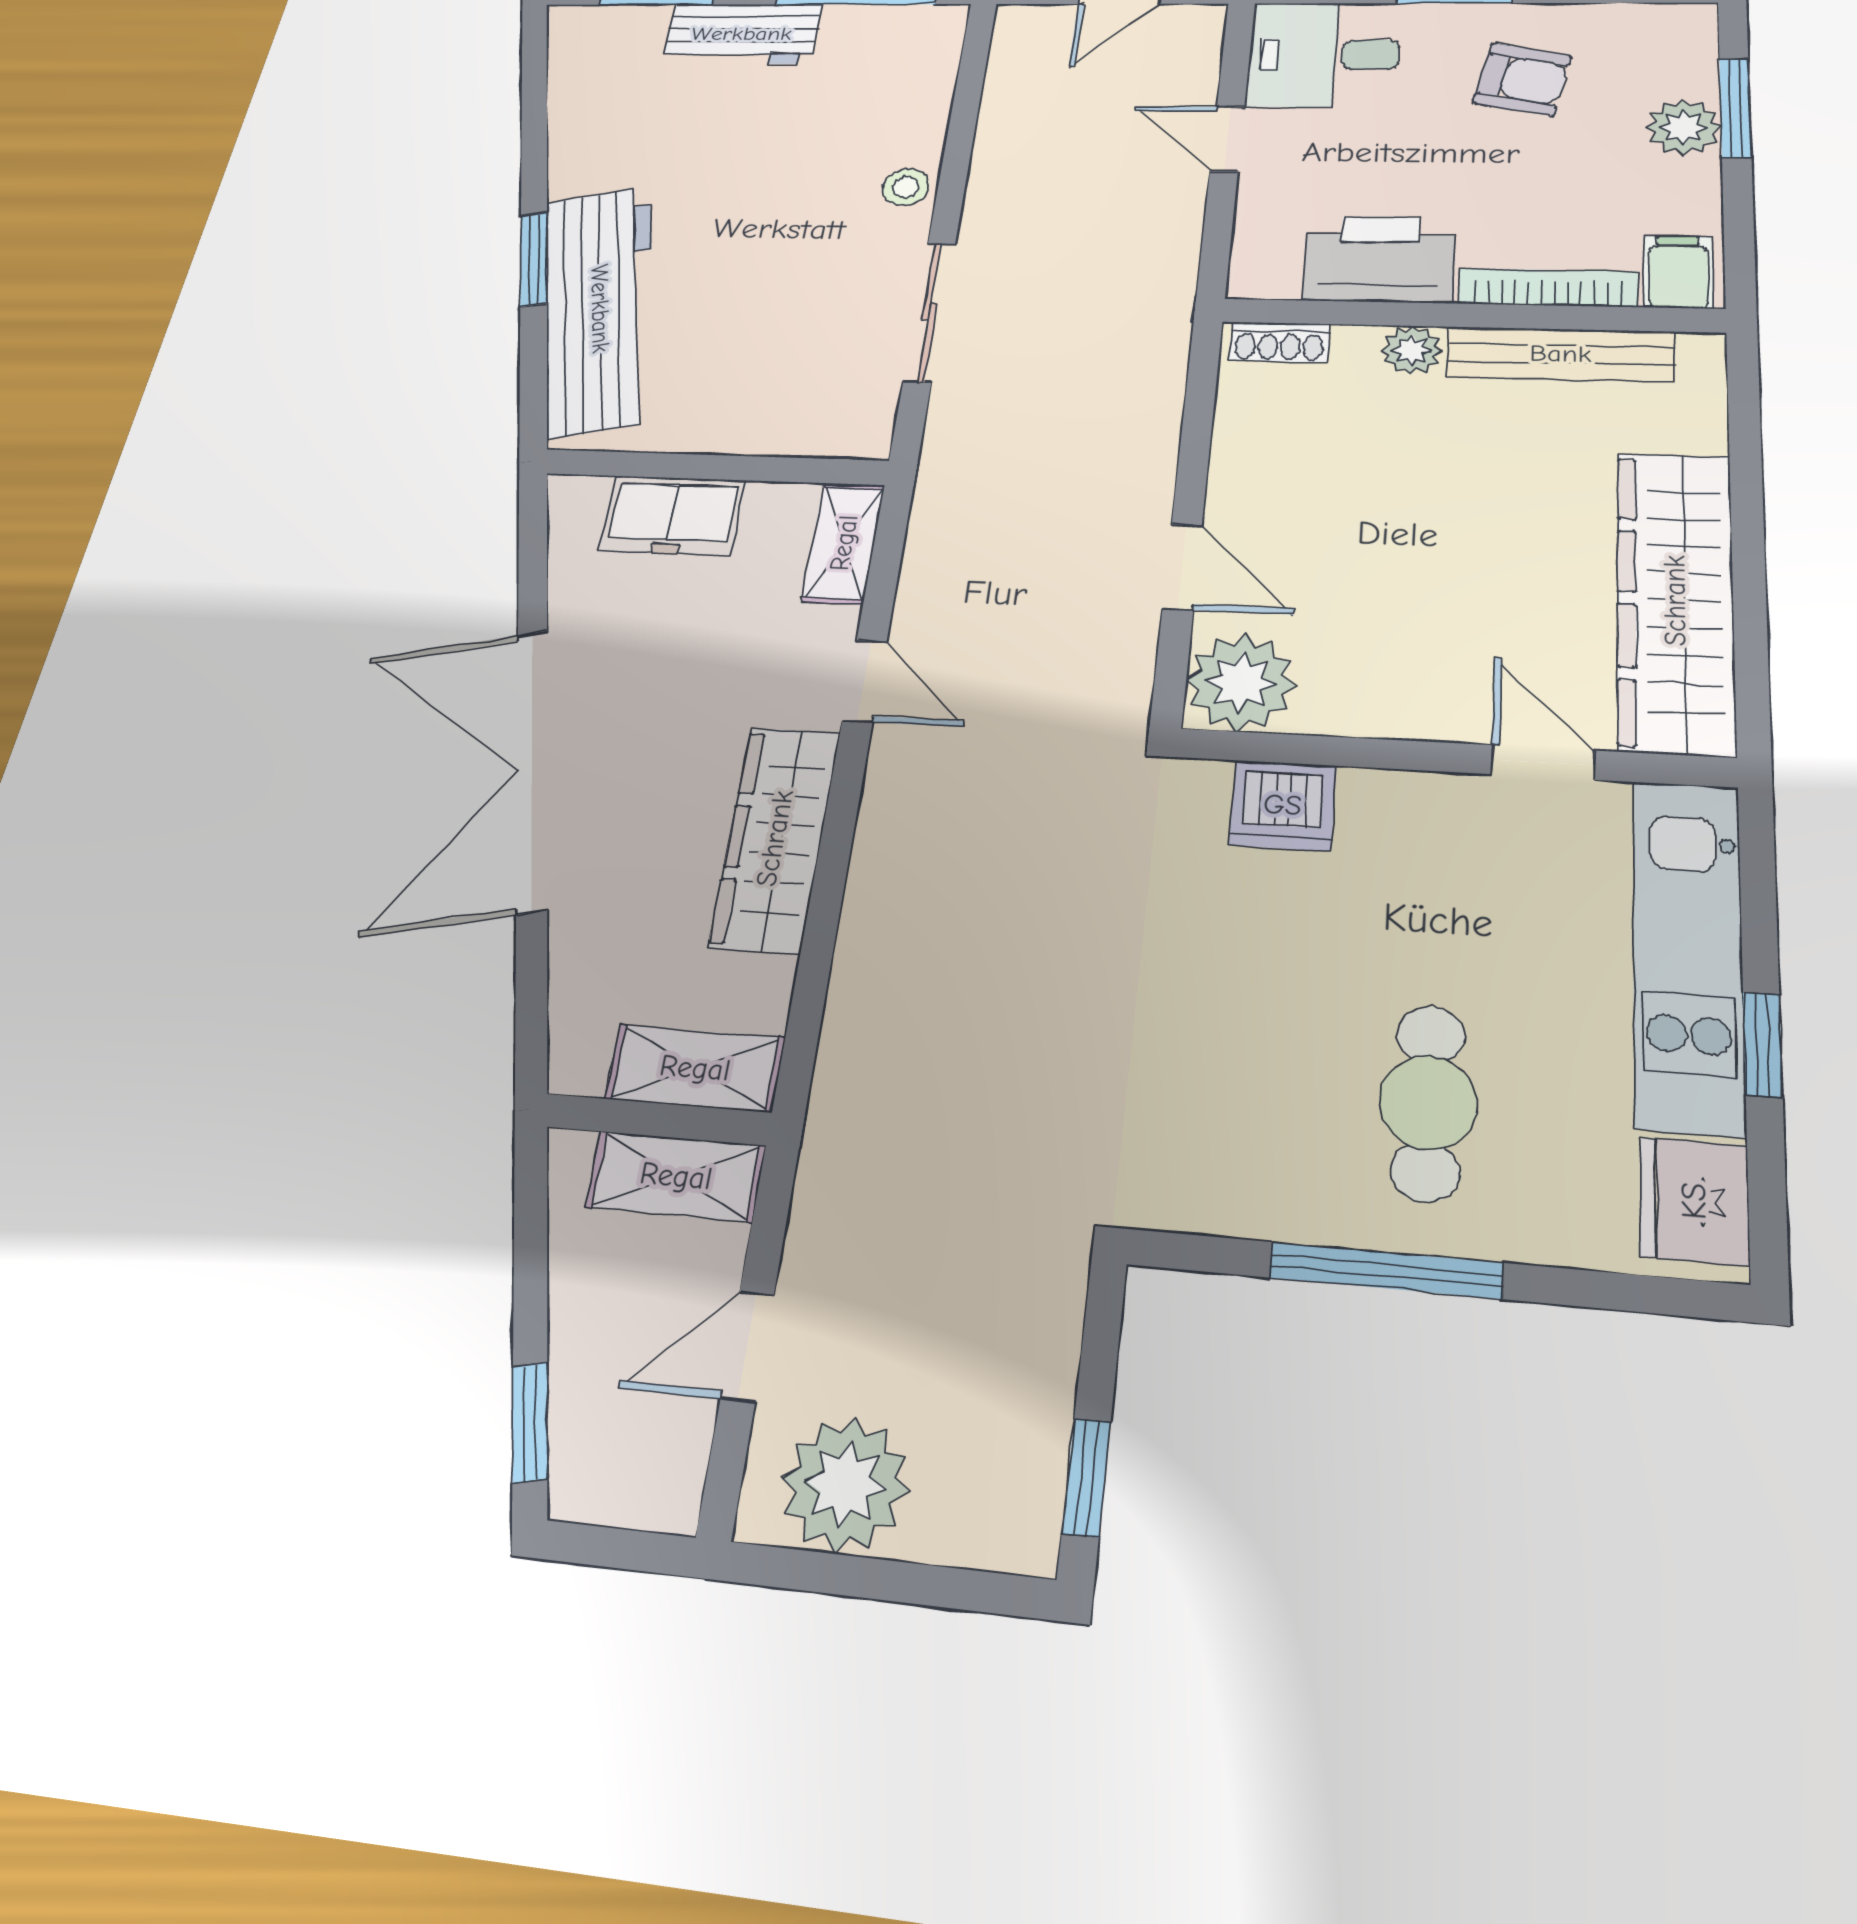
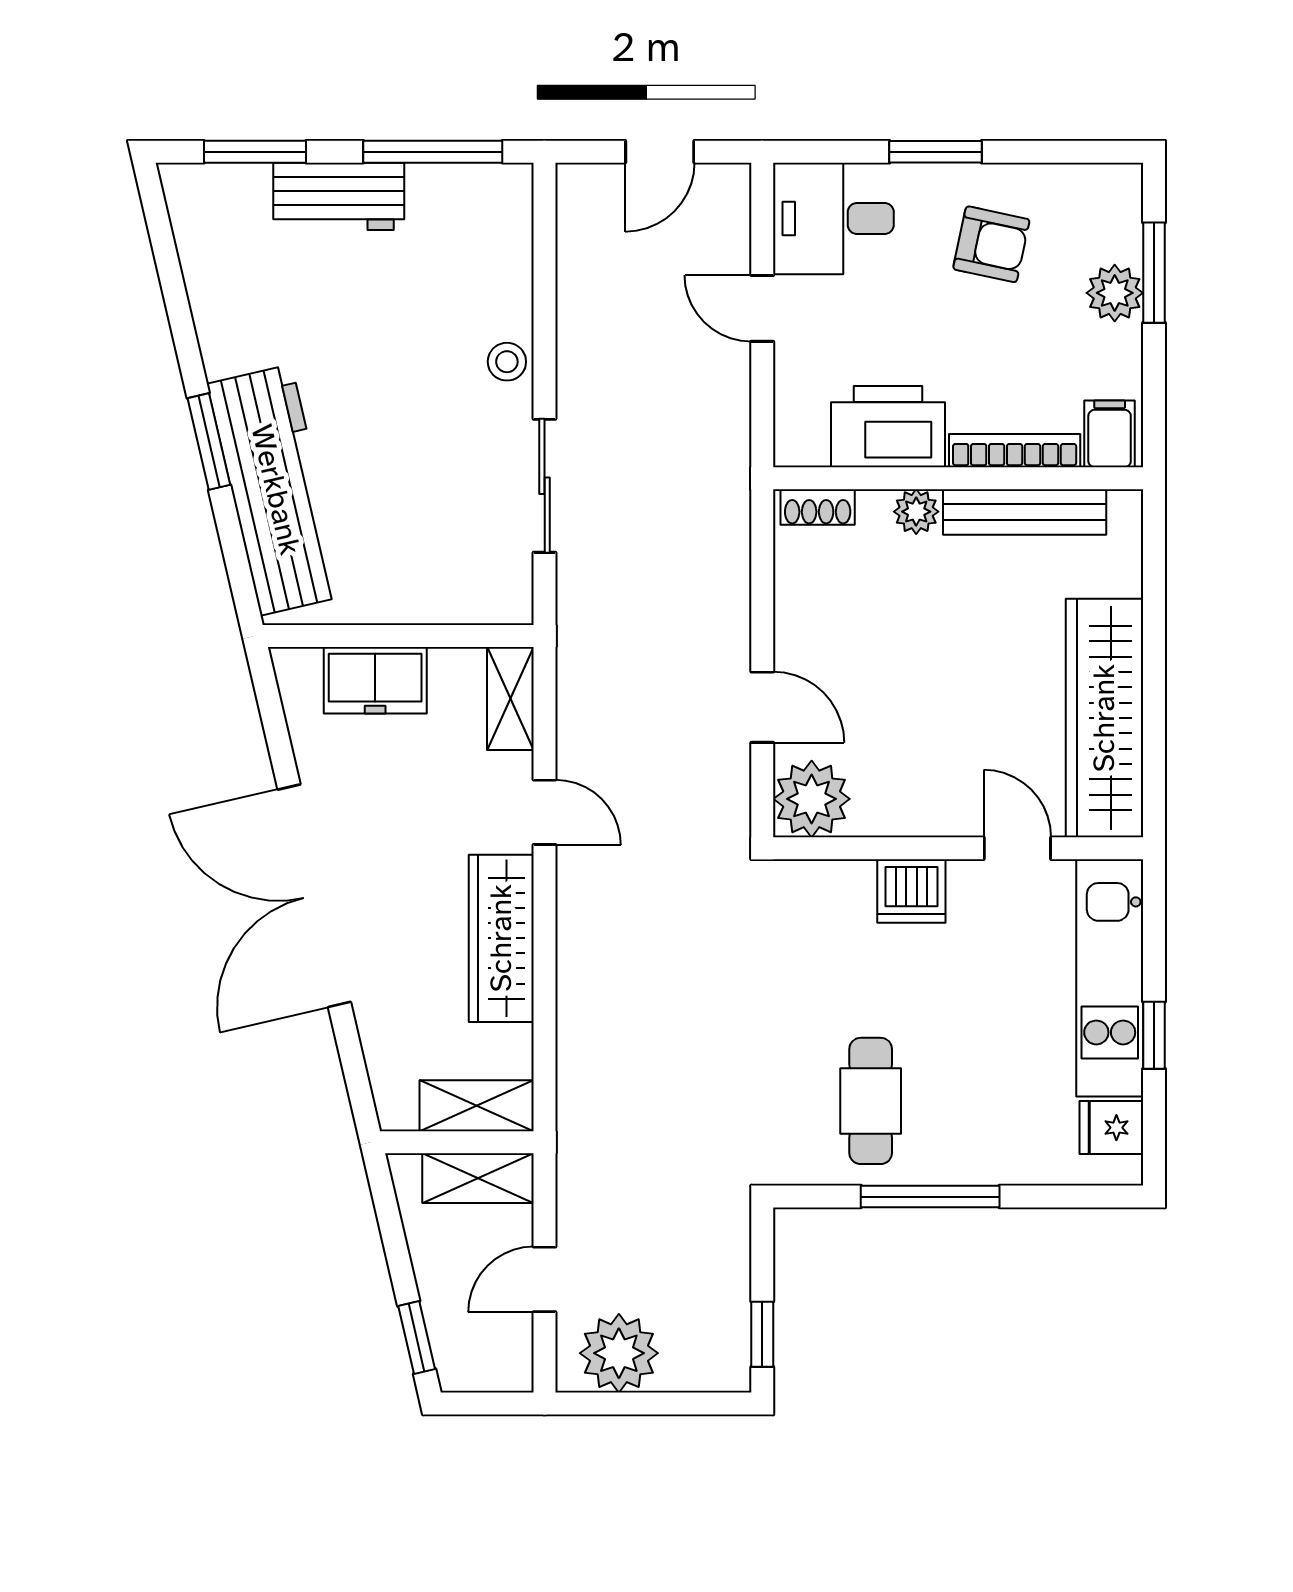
dishwasher: (1283, 805) -> (911, 891), moved
cafe table: (1428, 1103) -> (871, 1101), moved
fridge: (1694, 1201) -> (1111, 1128), width x0.72

